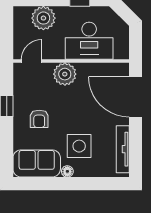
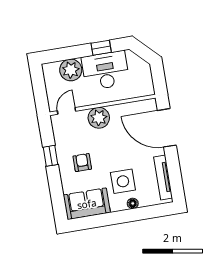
desk: (89, 41) -> (106, 71), moved, turned 180
armchair: (39, 119) -> (82, 163), turned 180
floor lamp: (67, 171) -> (133, 203), moved

